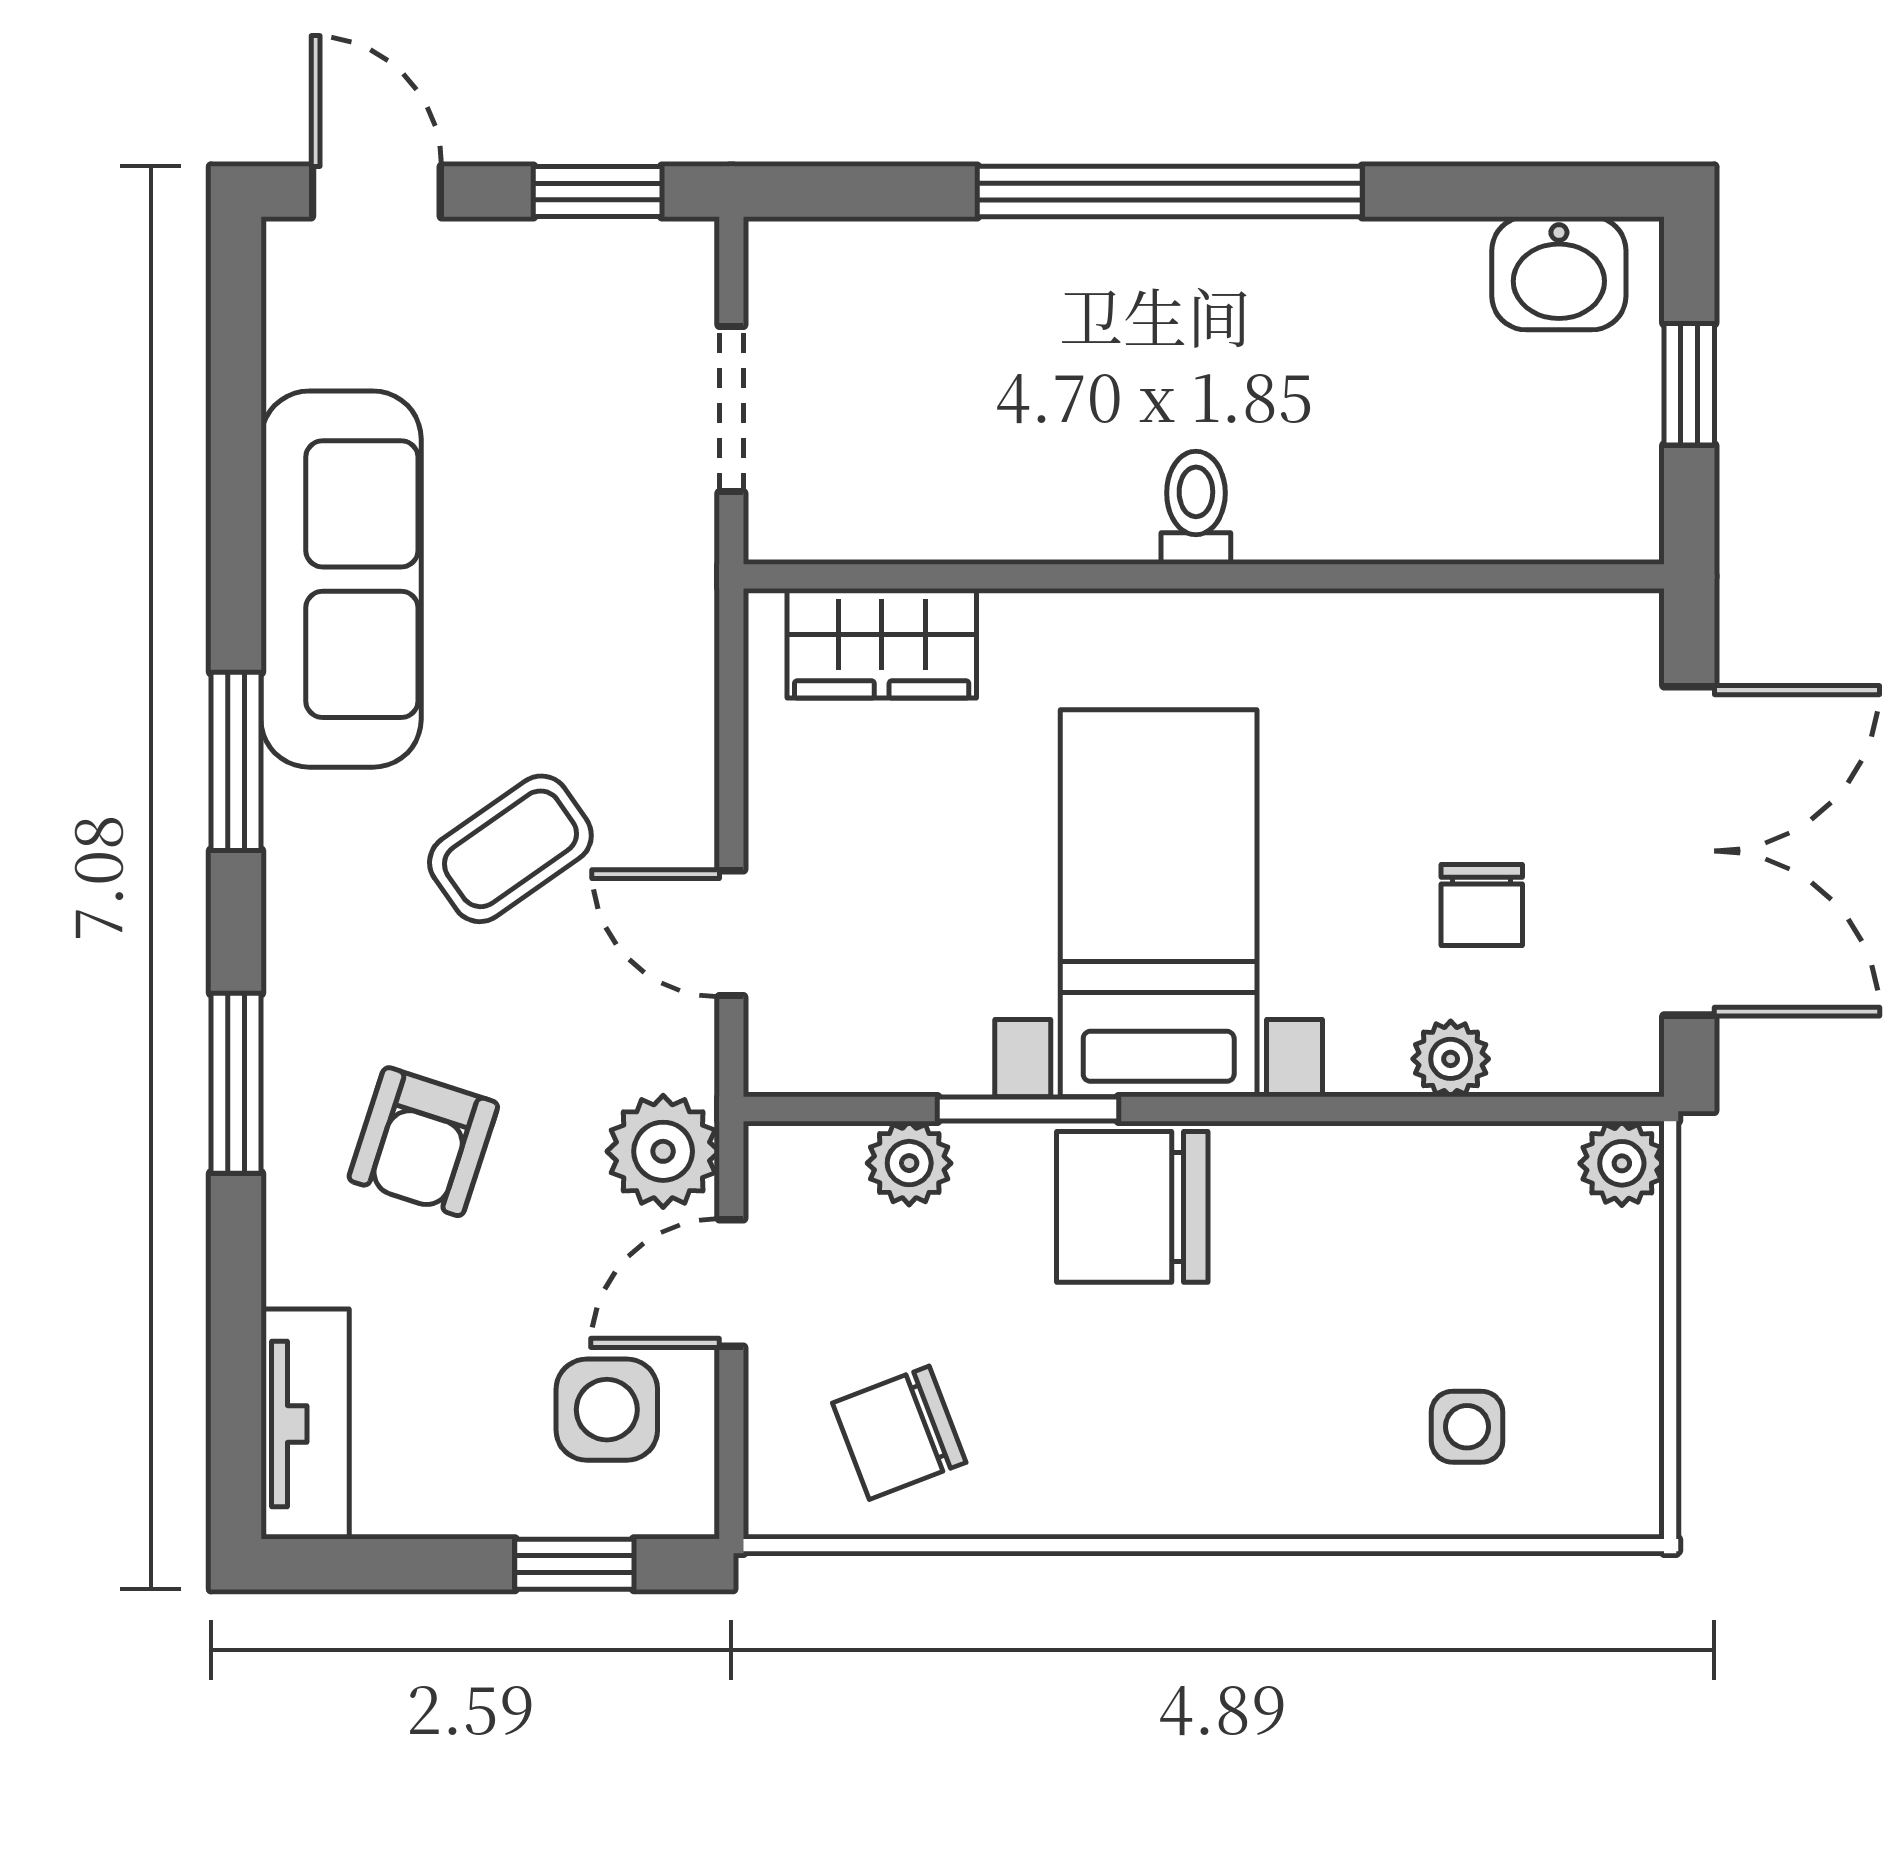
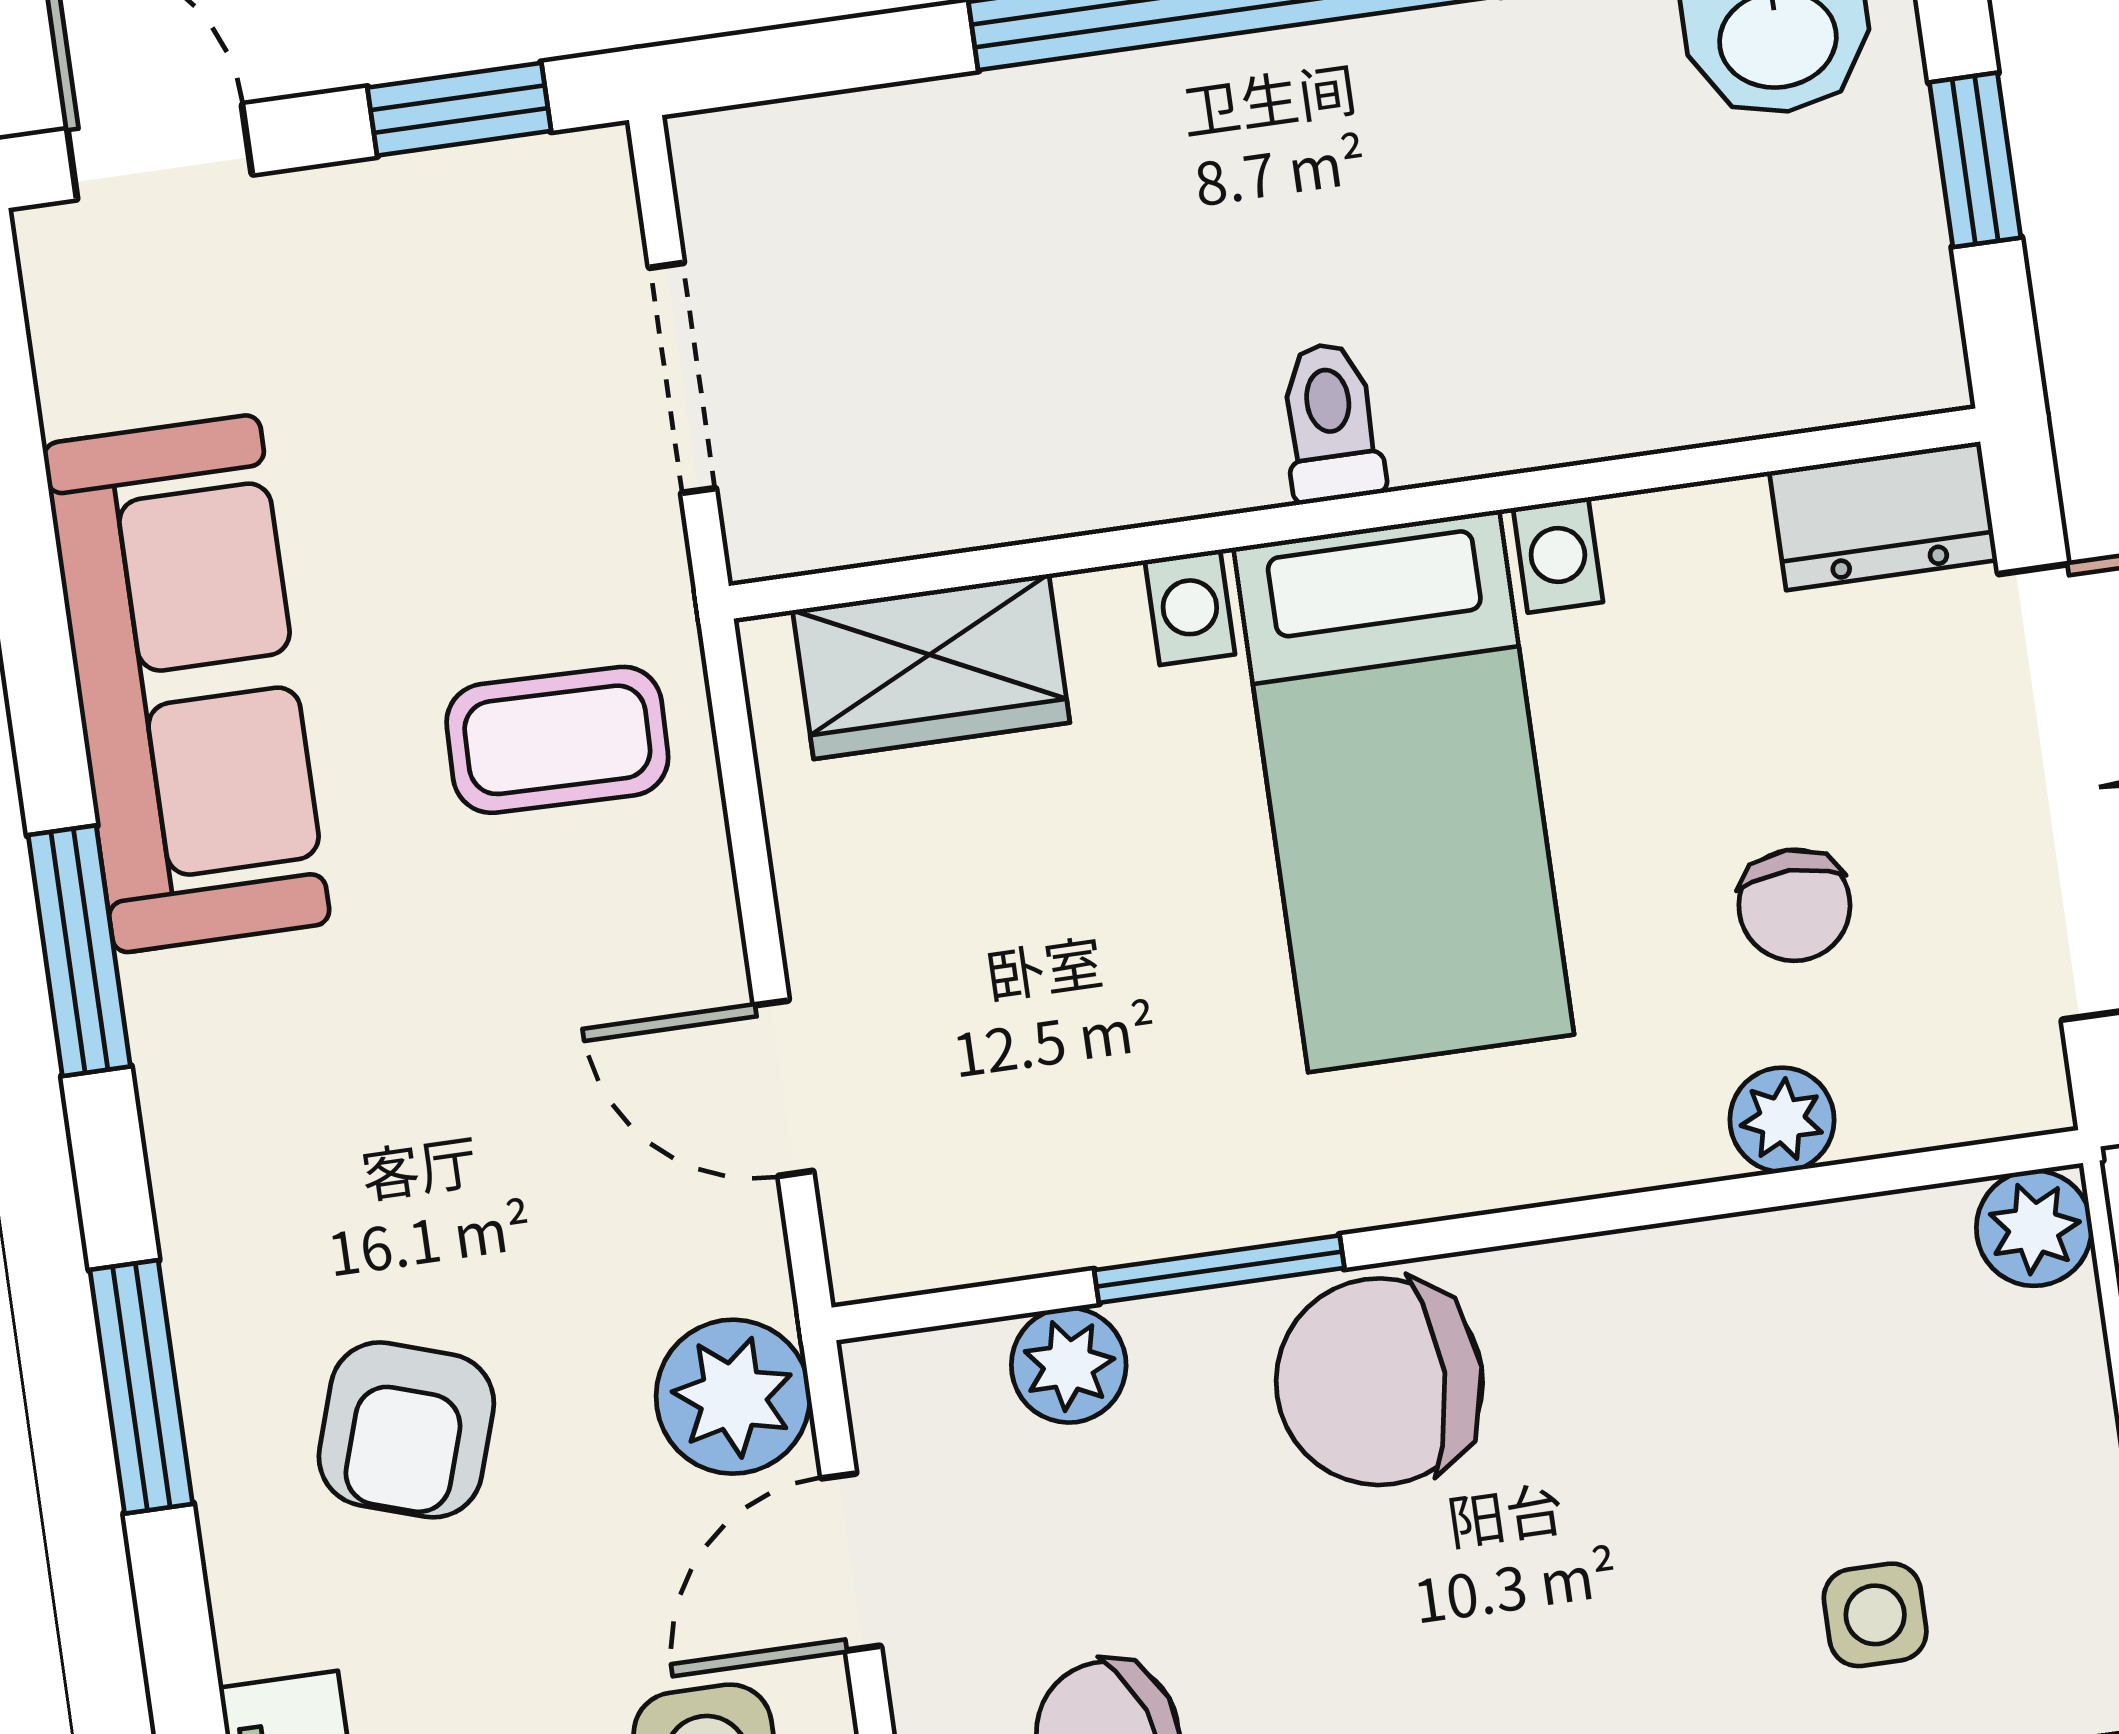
dresser: (1586, 632) -> (1883, 516), added
coffee table: (510, 849) -> (557, 740), moved, turned 36
bed with nightstands: (1159, 903) -> (1404, 791), moved, turned 180

